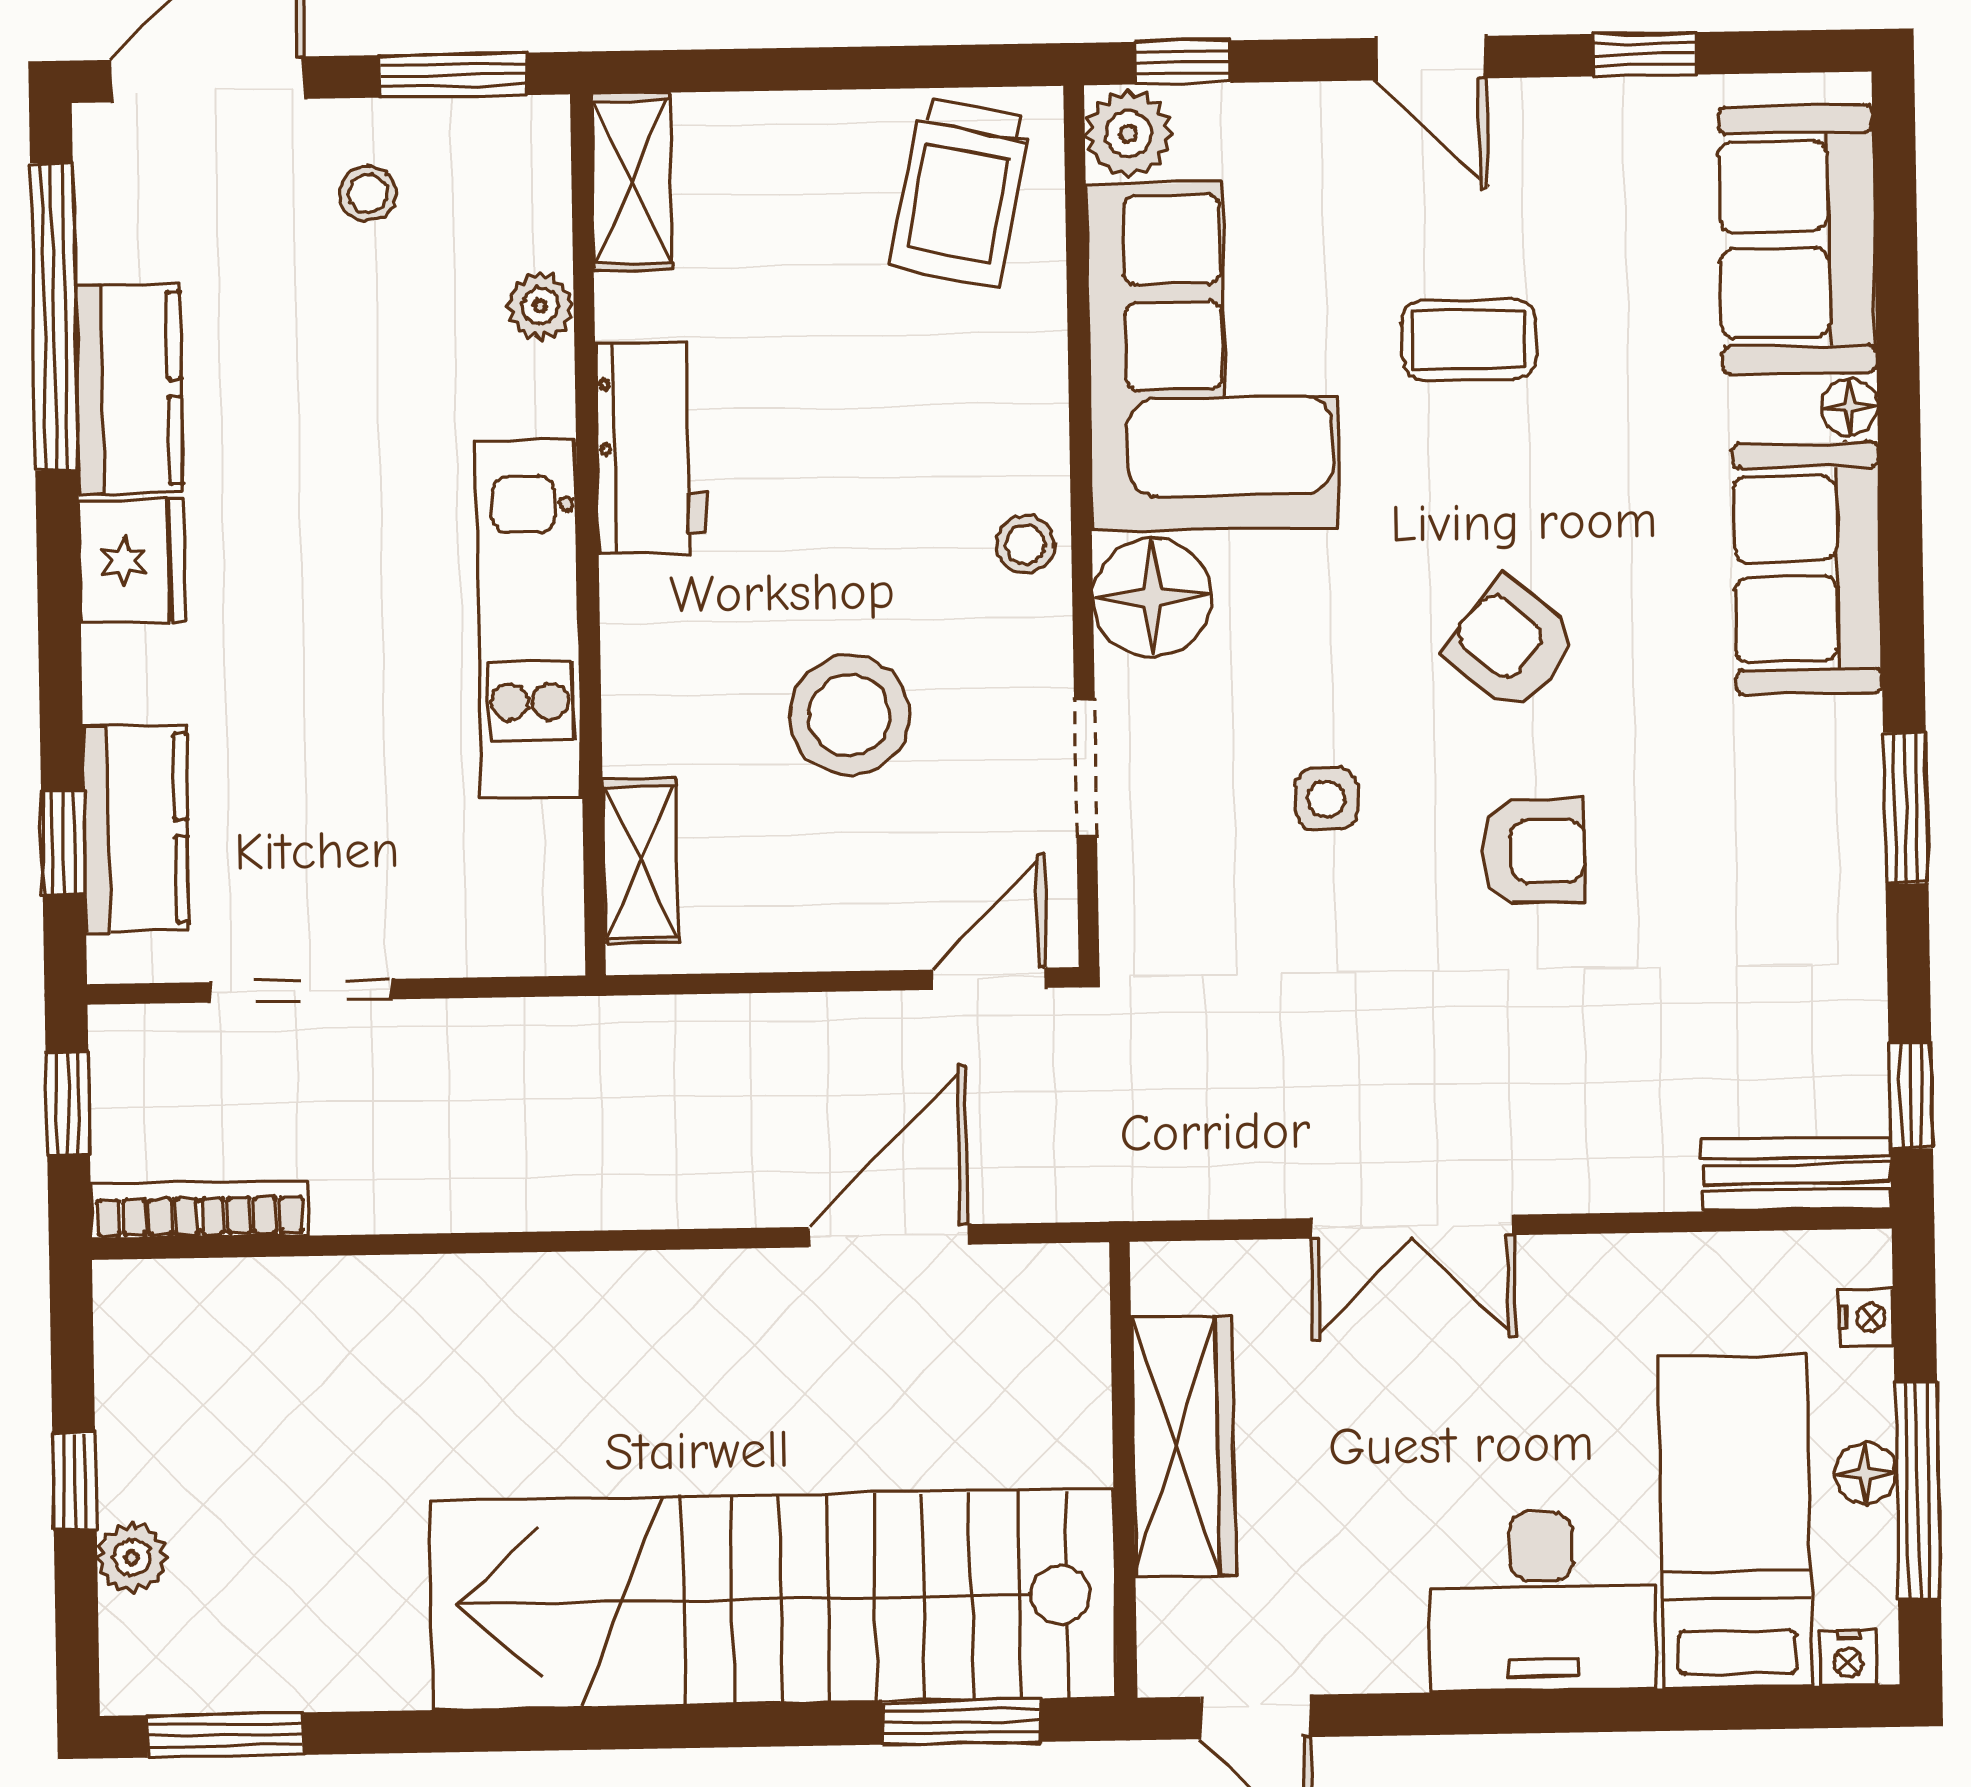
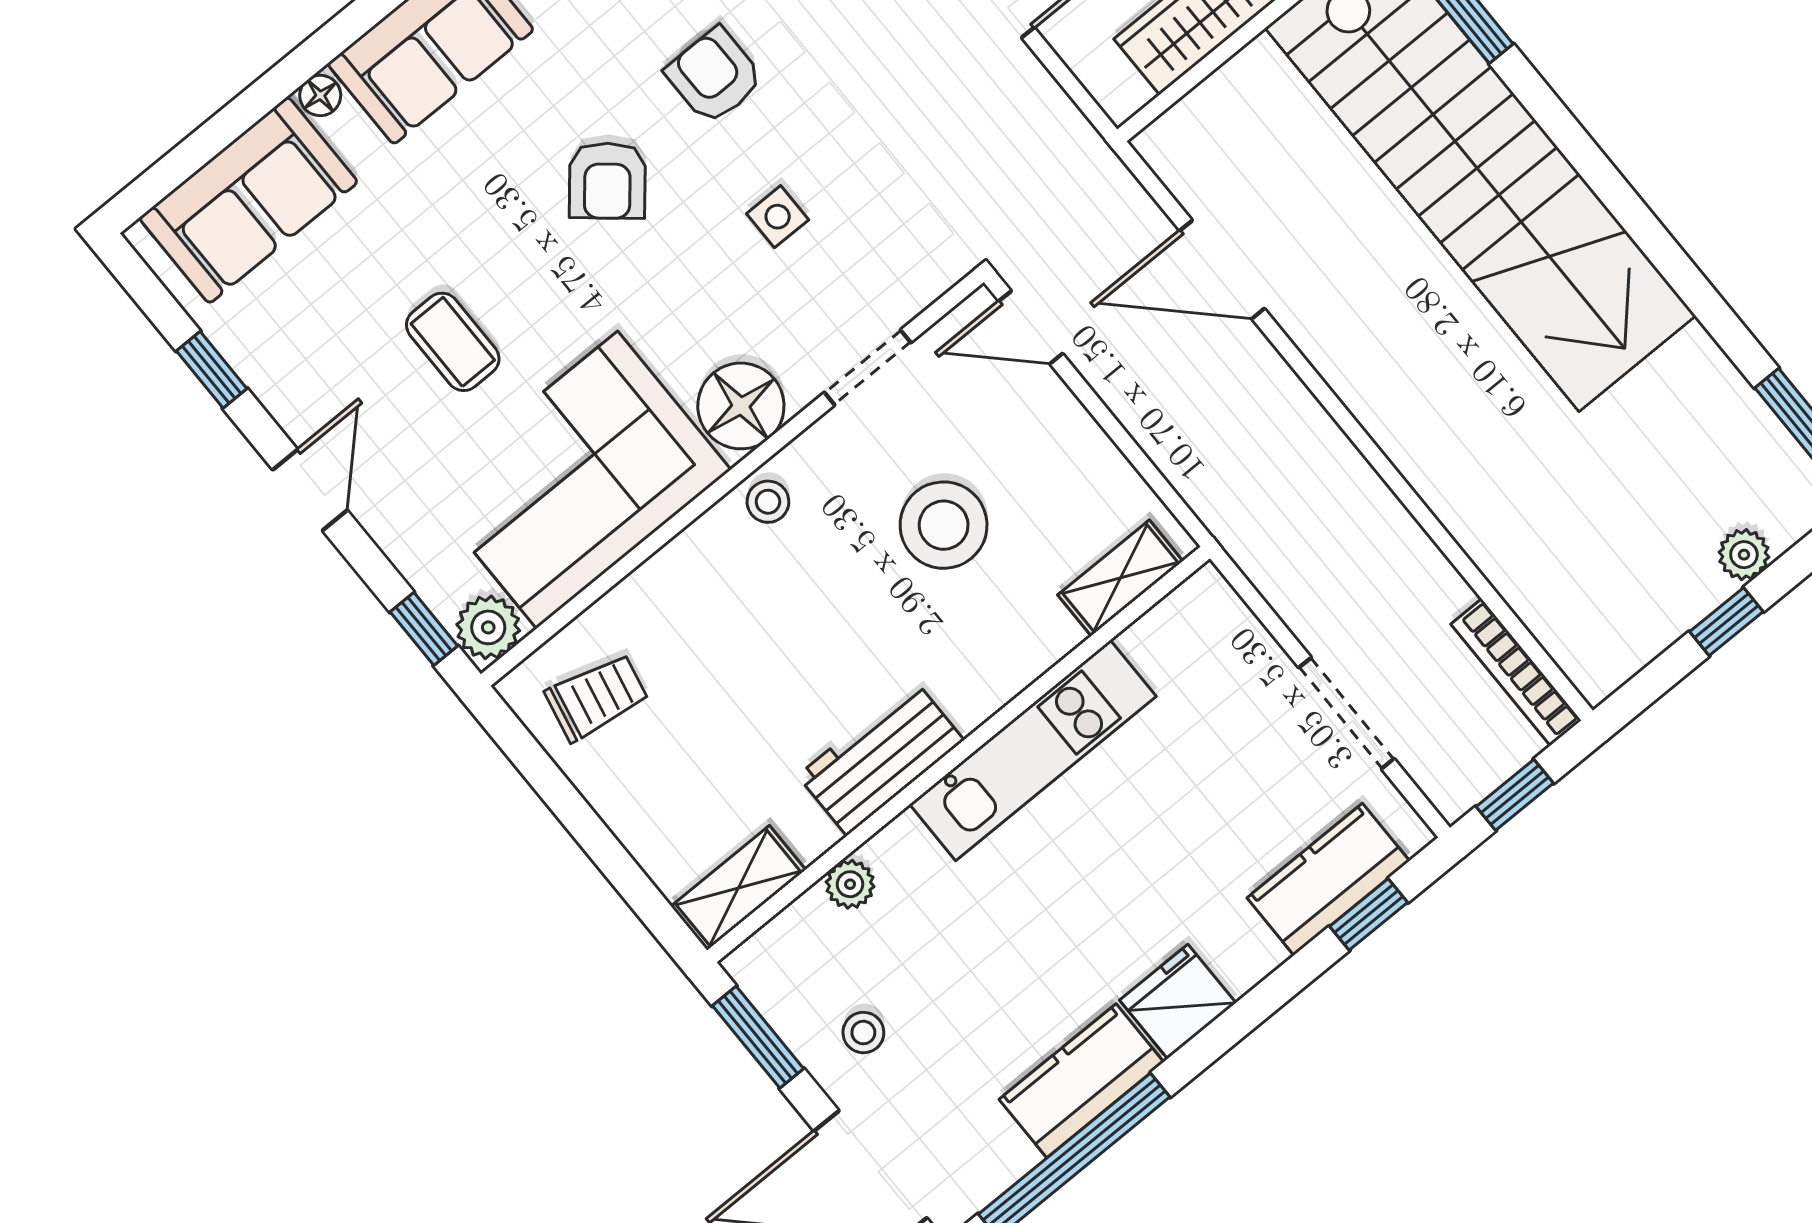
trolley: (960, 192) -> (597, 697), width x0.73, depth x0.72

